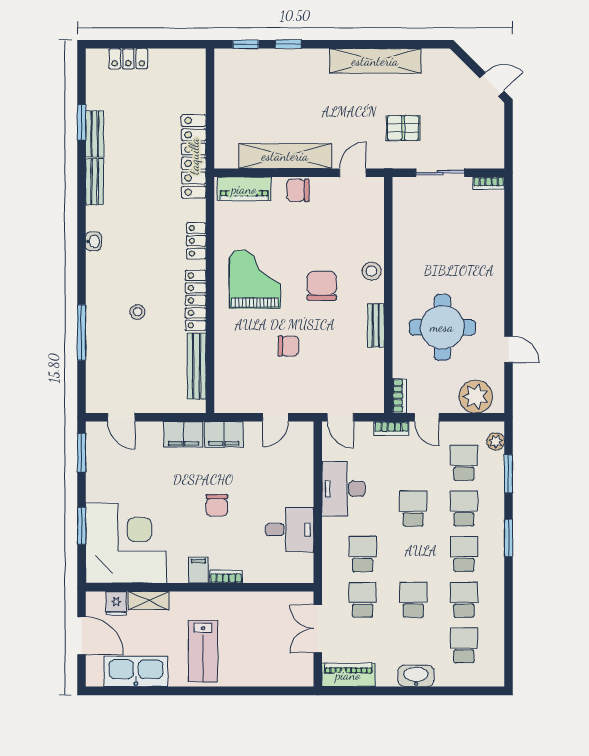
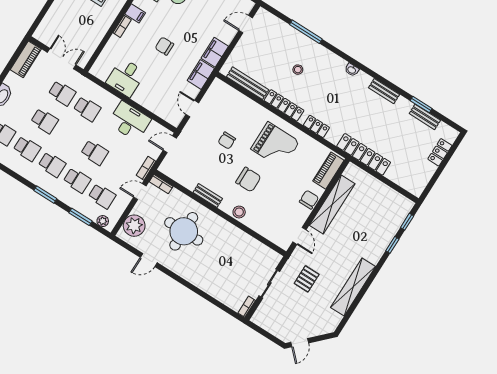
bench: (95, 134) -> (425, 117), moved

